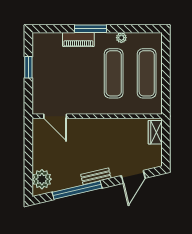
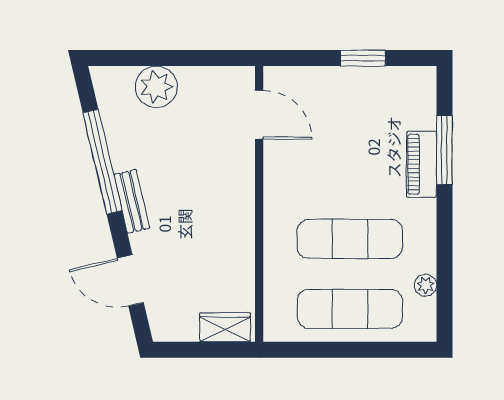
window: (91, 29) -> (444, 150), moved
plant: (121, 38) -> (425, 285), moved
door: (55, 116) -> (259, 115), swing flipped
plant: (42, 179) -> (156, 87), moved

